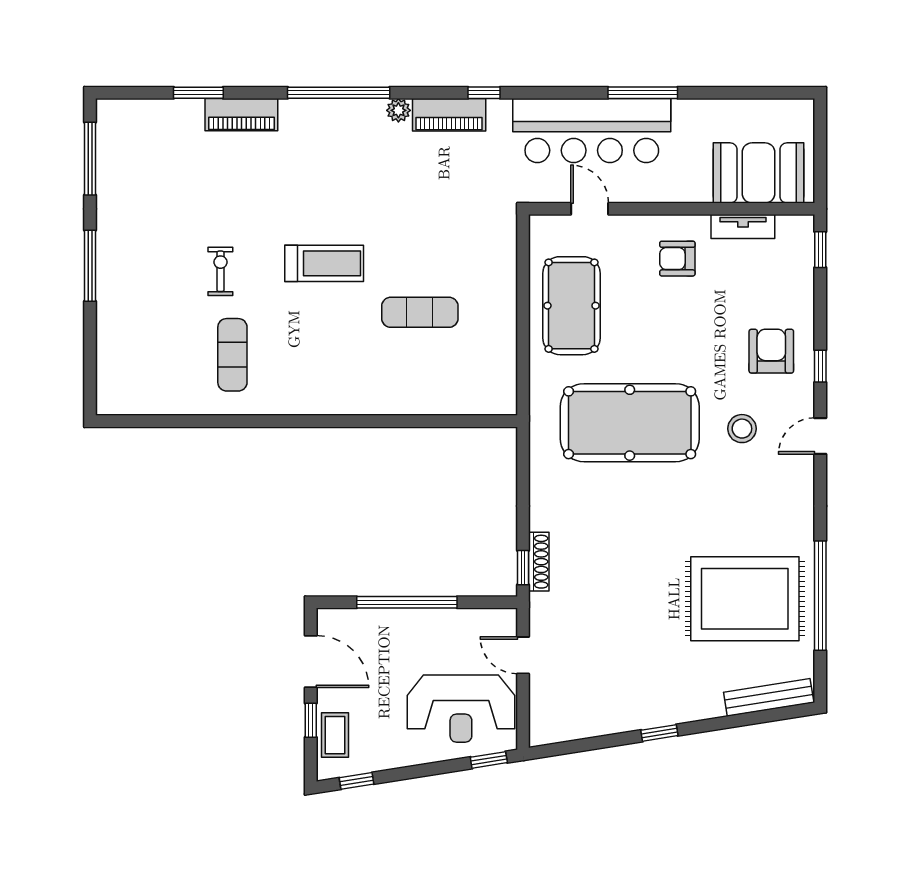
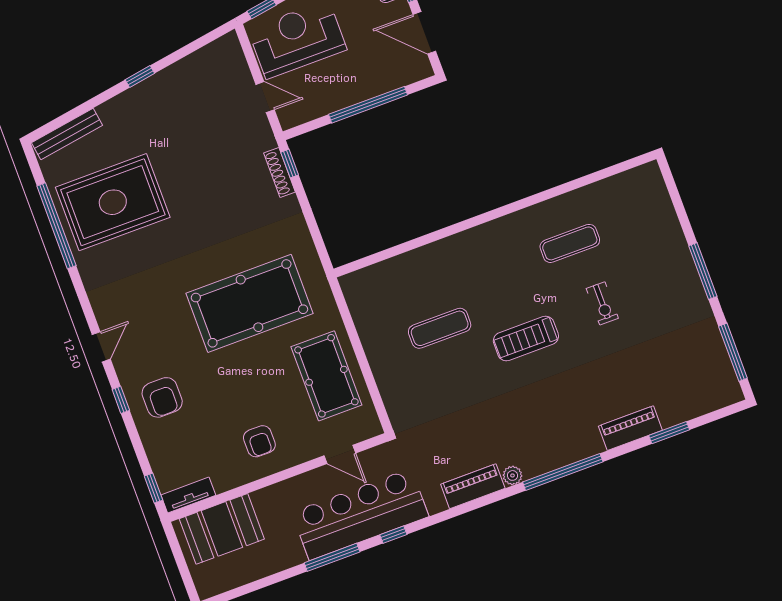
window: (484, 93) -> (393, 535), moved
tv unit: (743, 227) -> (188, 495), moved
armchair: (677, 259) -> (259, 441), turned 90
exercise mat: (232, 355) -> (570, 243), turned 90
stool: (742, 429) -> (163, 330), removed

